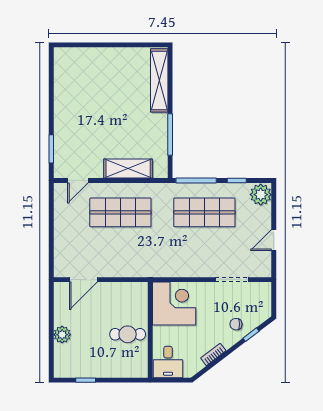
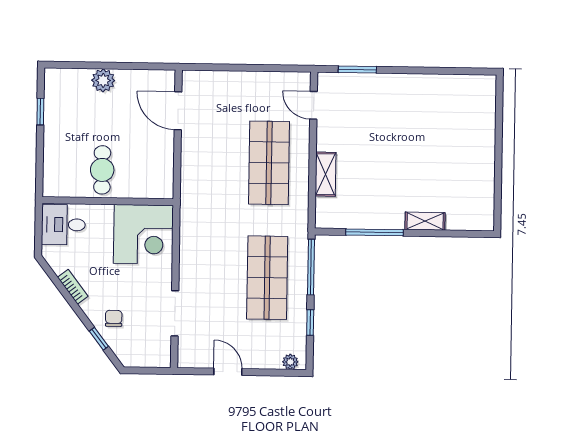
shelving: (159, 80) -> (425, 221), width x0.45, depth x0.75
shelving: (128, 169) -> (326, 174), width x0.67, depth x0.75
plant: (261, 195) -> (290, 362), width x0.53, depth x0.53

